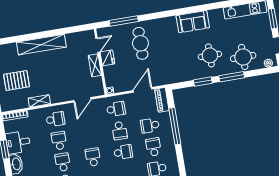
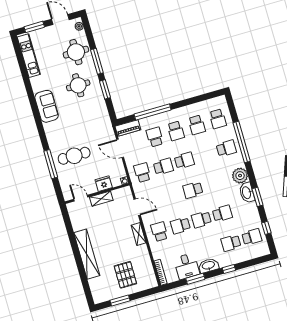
window: (124, 21) -> (51, 164), moved
fridge: (107, 58) -> (104, 184), moved
shelving: (39, 101) -> (139, 234), moved
school desk: (150, 126) -> (155, 137), turned 180
school desk: (153, 147) -> (176, 131), turned -90
school desk: (123, 152) -> (184, 160), turned 90

